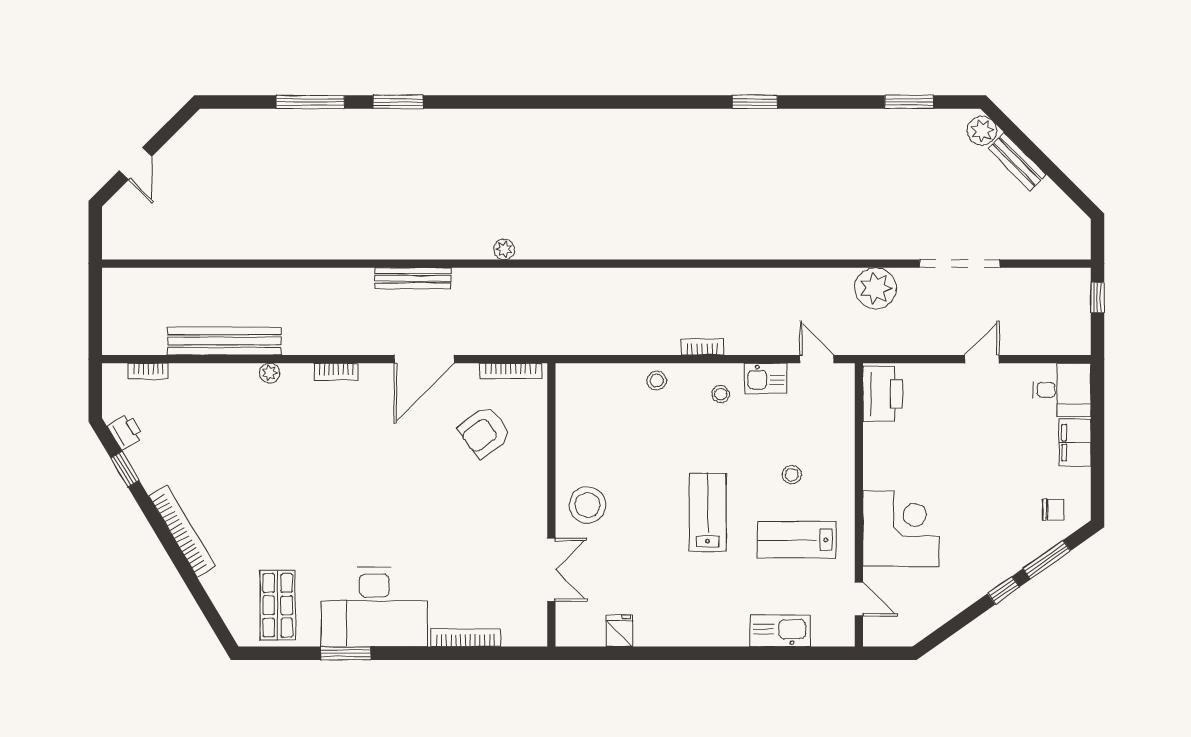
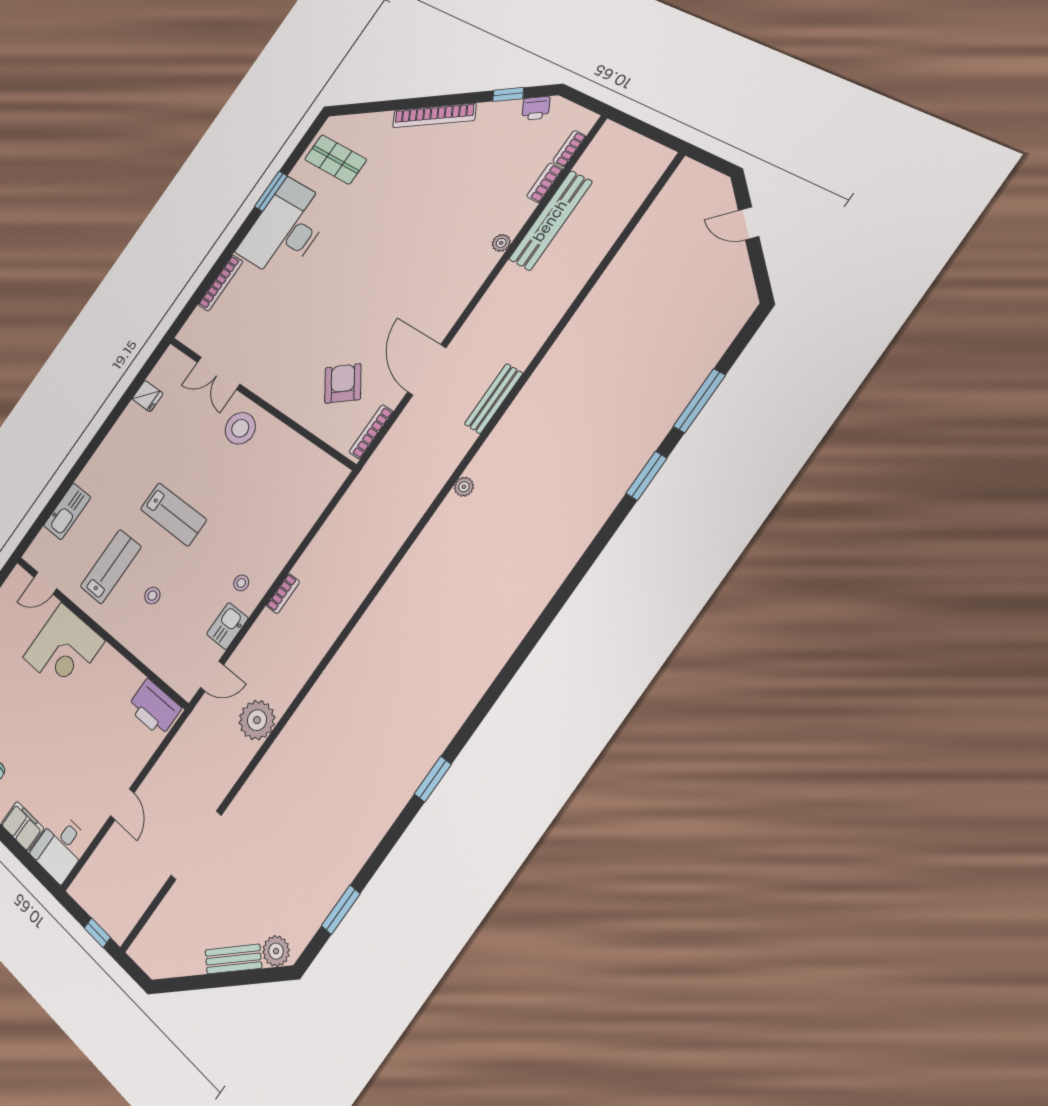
plant: (876, 288) -> (257, 720), moved
bookcase: (336, 372) -> (545, 183), moved
stool: (657, 381) -> (285, 541), removed

